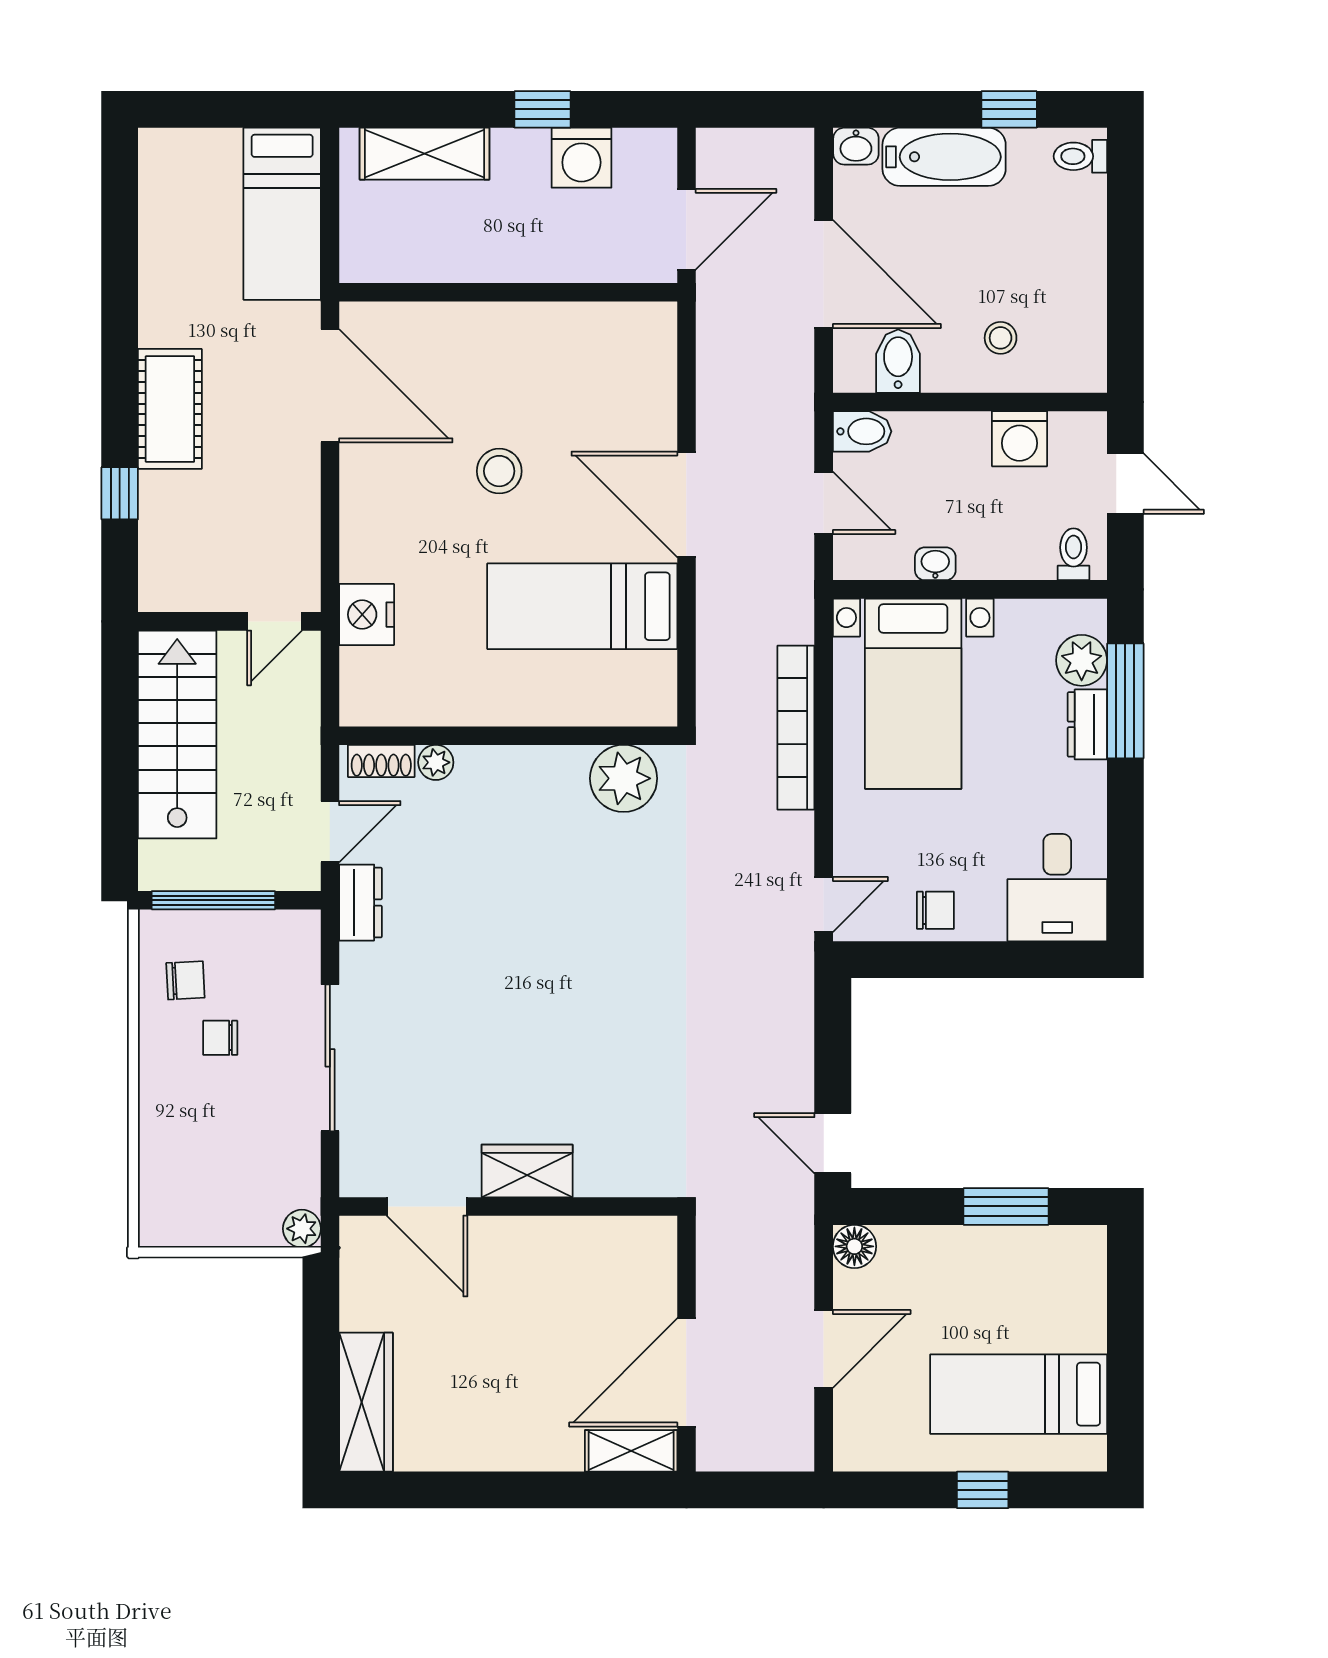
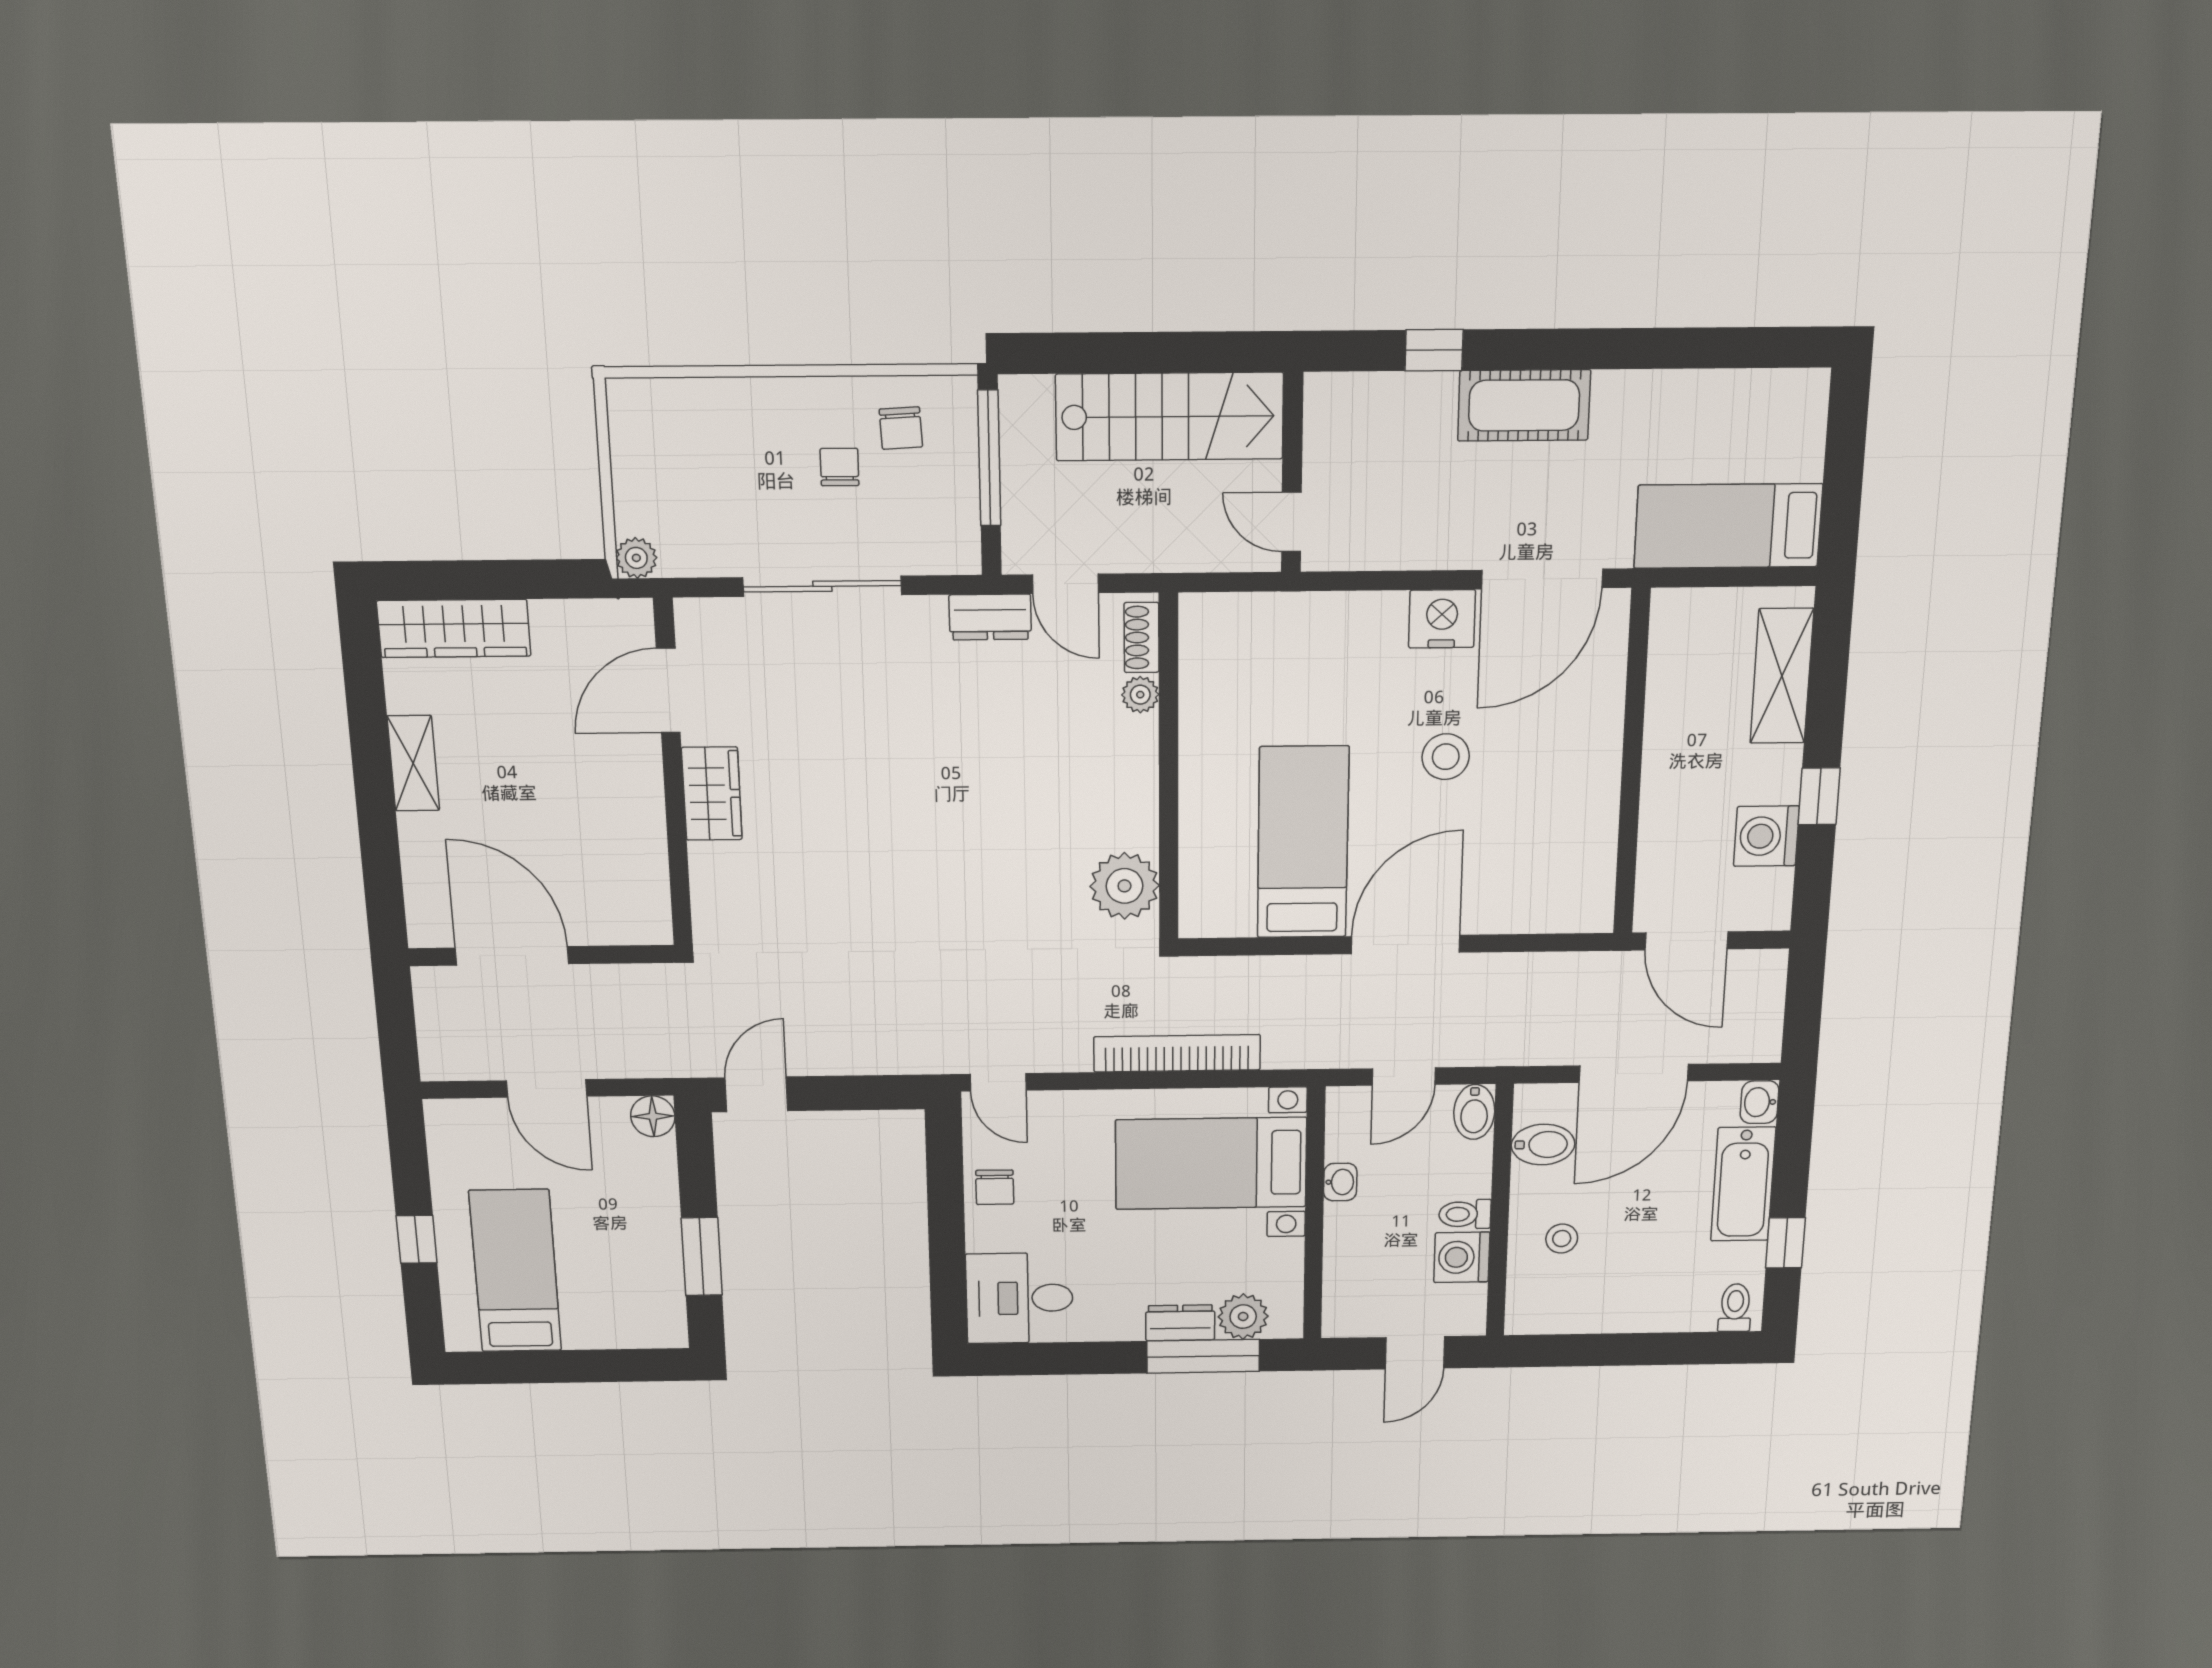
toilet: (1074, 554) -> (1465, 1214), moved, turned 180
nightstand: (367, 615) -> (1442, 619), moved
shelving: (631, 1451) -> (413, 763), moved

